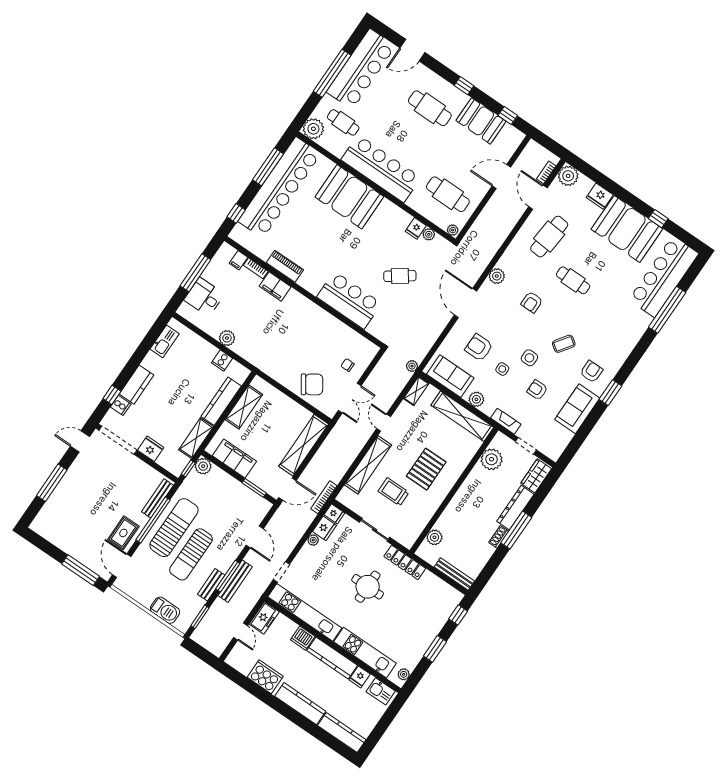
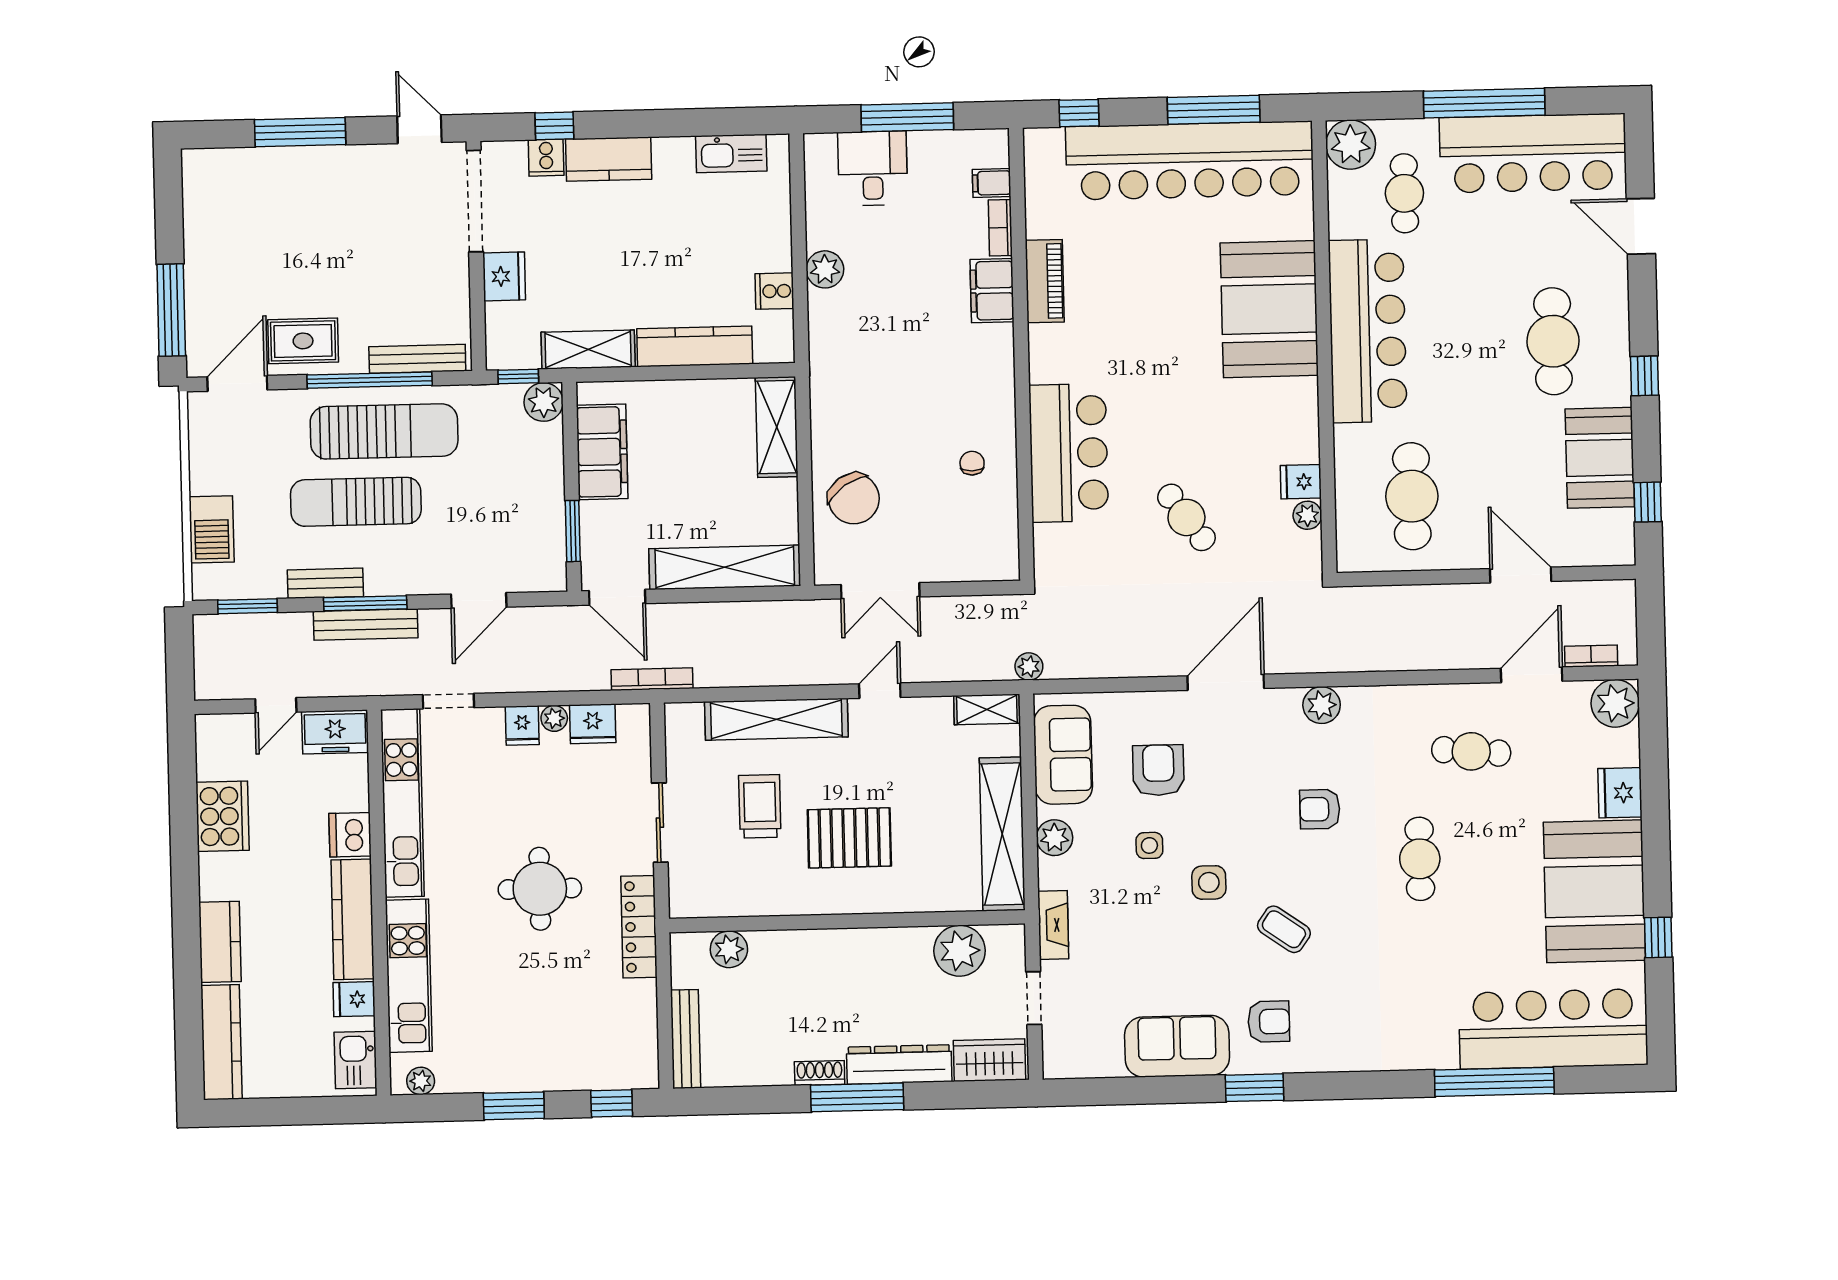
plant: (453, 230) -> (1349, 555), removed
cafe table: (549, 237) -> (1471, 751), width x0.73, depth x0.74
chair: (348, 365) -> (972, 463), moved
armchair: (537, 390) -> (1158, 942), removed
shelving: (244, 407) -> (777, 427), moved, turned 90
fridge: (334, 514) -> (522, 726), moved
kitchen counter: (300, 704) -> (220, 942), width x0.67

